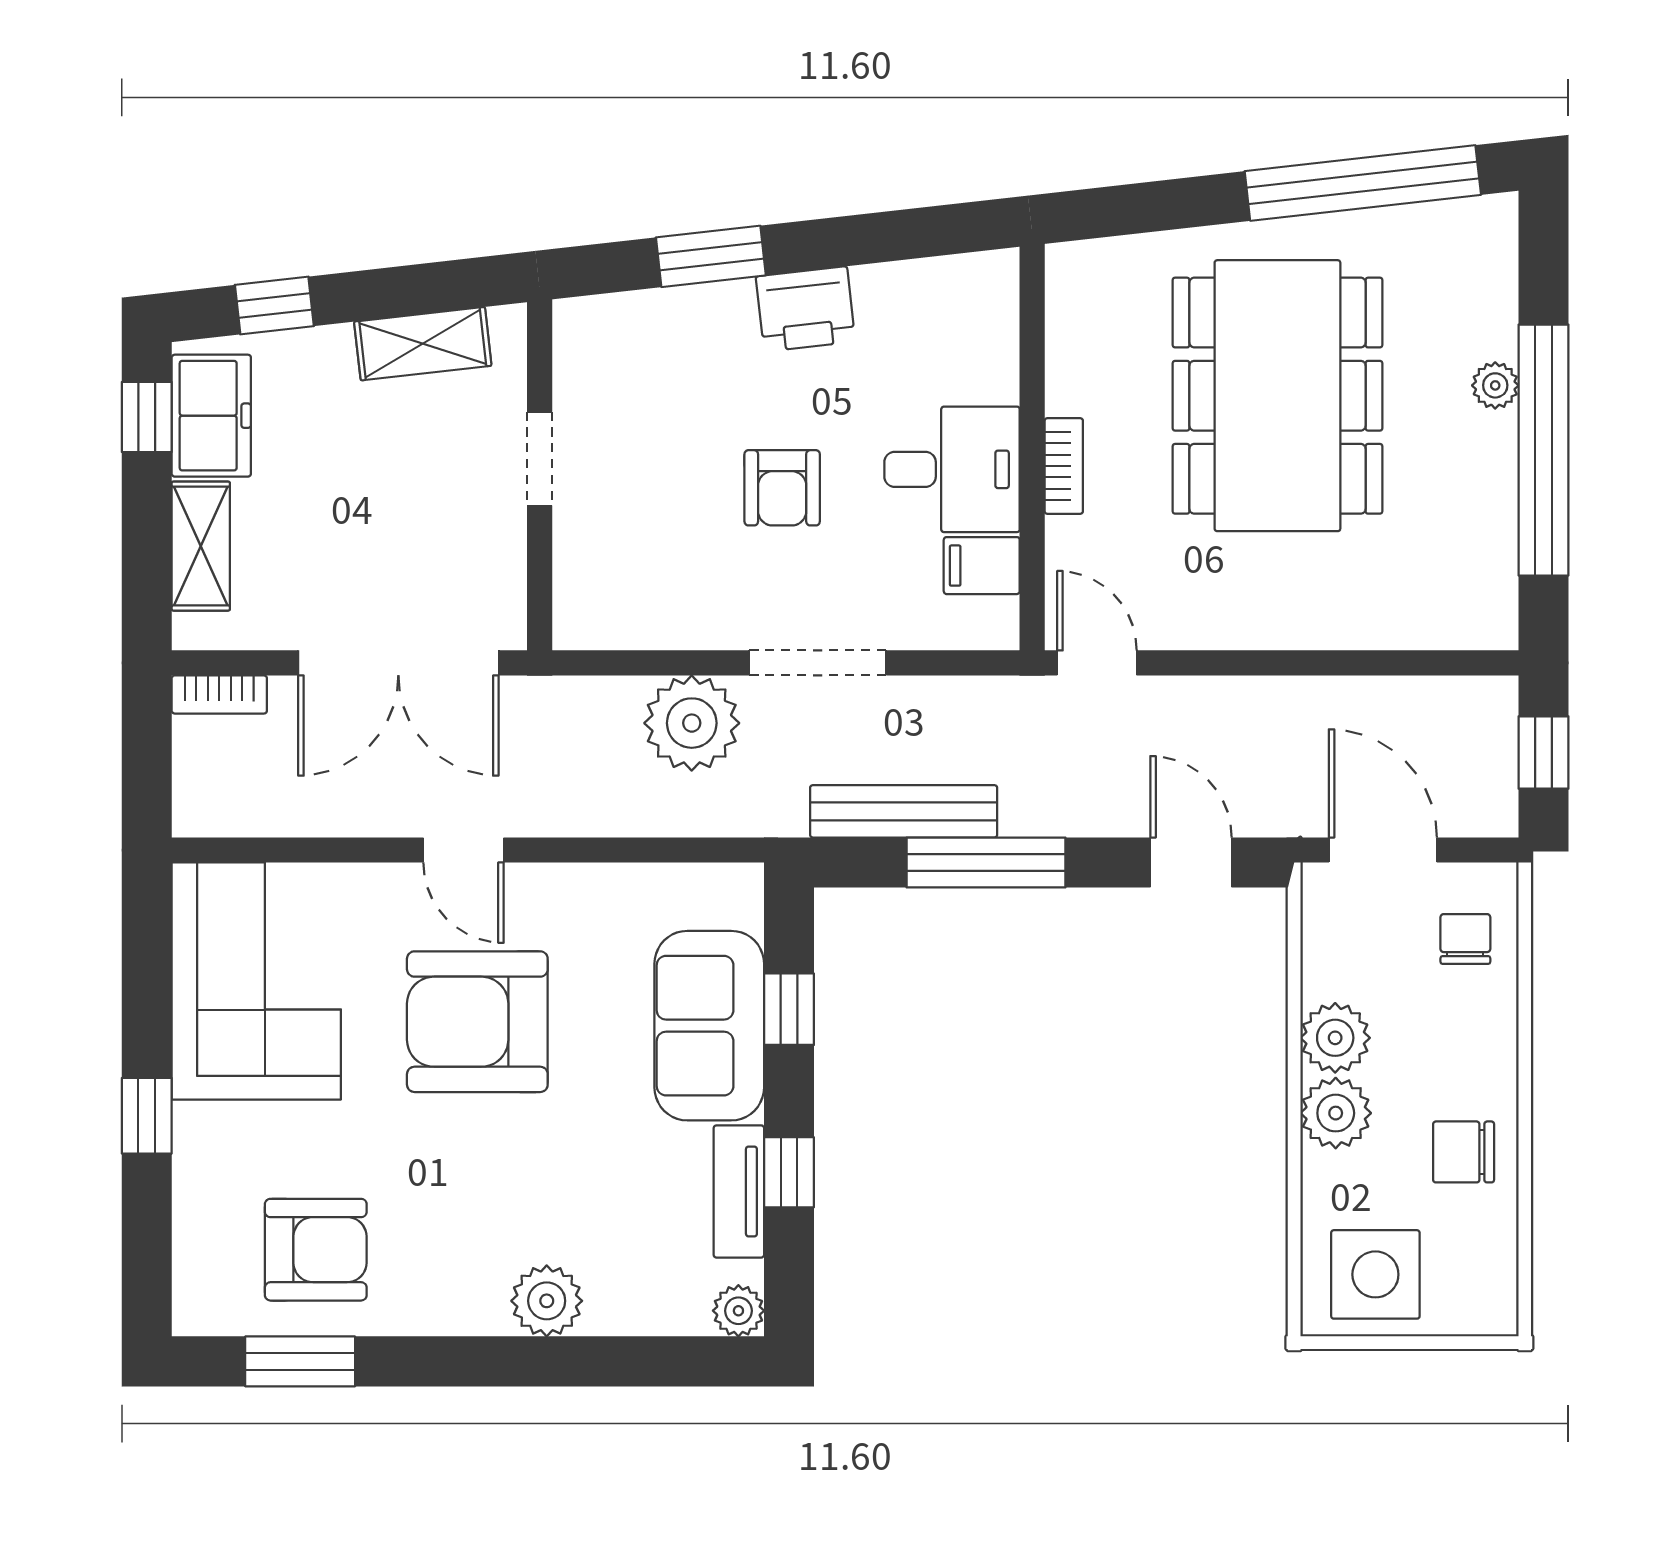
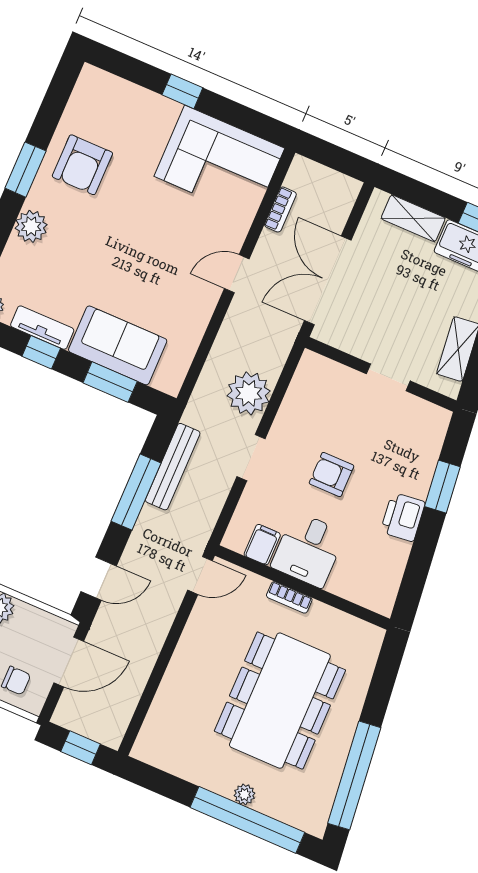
dining table: (1277, 396) -> (280, 701), turned 90
window: (1543, 450) -> (247, 820), moved
doorway: (818, 663) -> (251, 458), width x0.73
bookcase: (219, 694) -> (280, 209), moved, turned 180
window: (789, 1009) -> (110, 382), width x1.50
armchair: (477, 1022) -> (162, 248), removed
armchair: (316, 1250) -> (82, 165), moved
window: (300, 1361) -> (25, 170), moved

